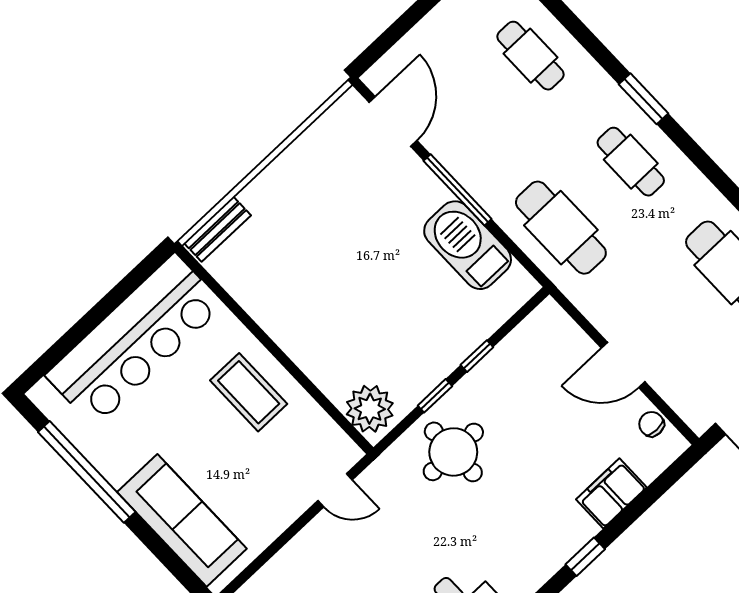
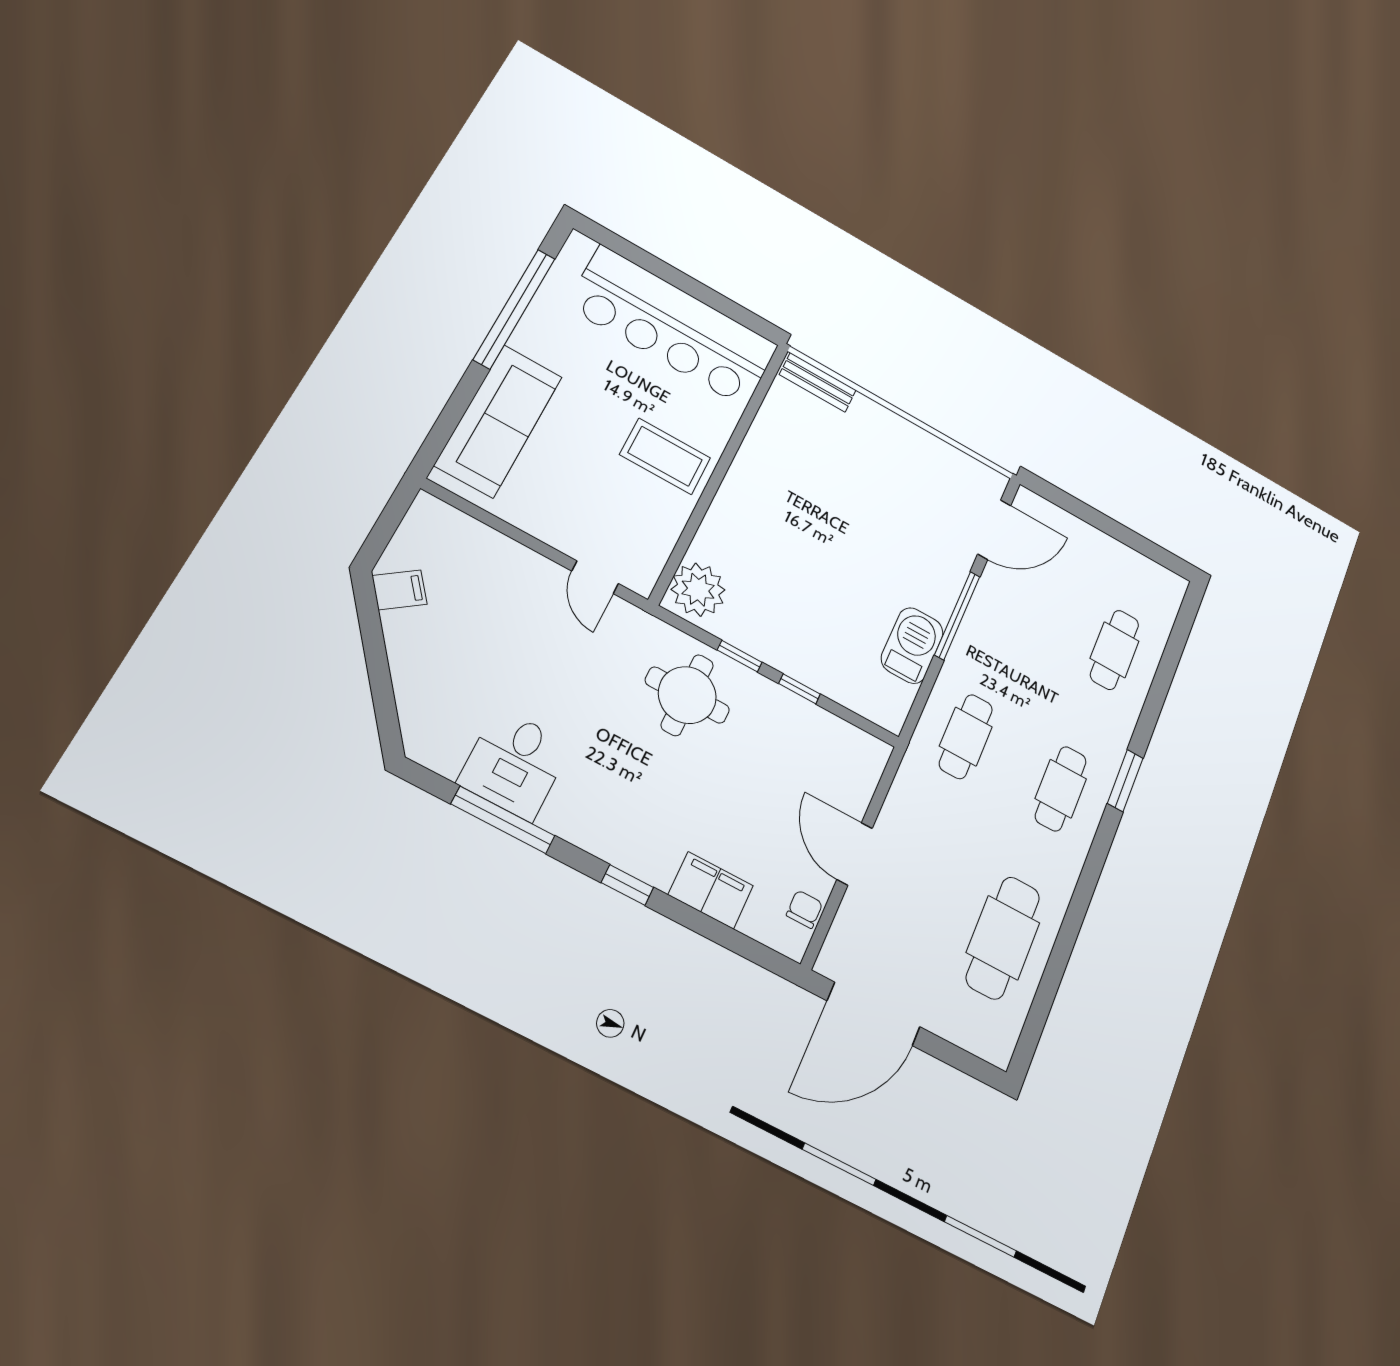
cafe table: (561, 228) -> (966, 736), width x0.73, depth x0.74
barbecue: (468, 245) -> (912, 645), width x0.73, depth x0.83
coffee table: (249, 392) -> (665, 456), turned 90

